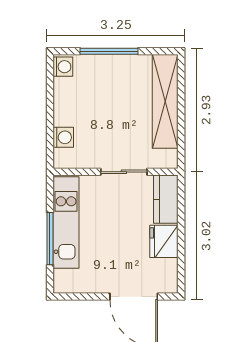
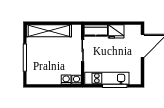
washing machine: (63, 67) -> (76, 80), moved

